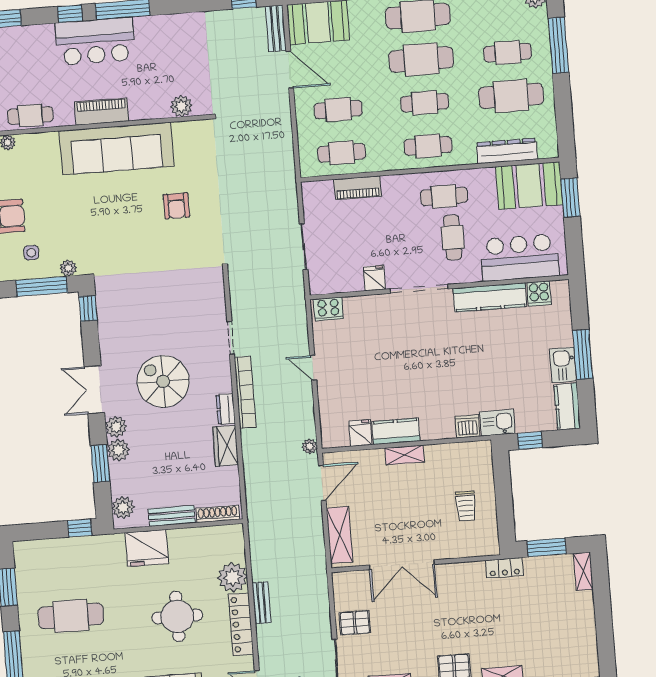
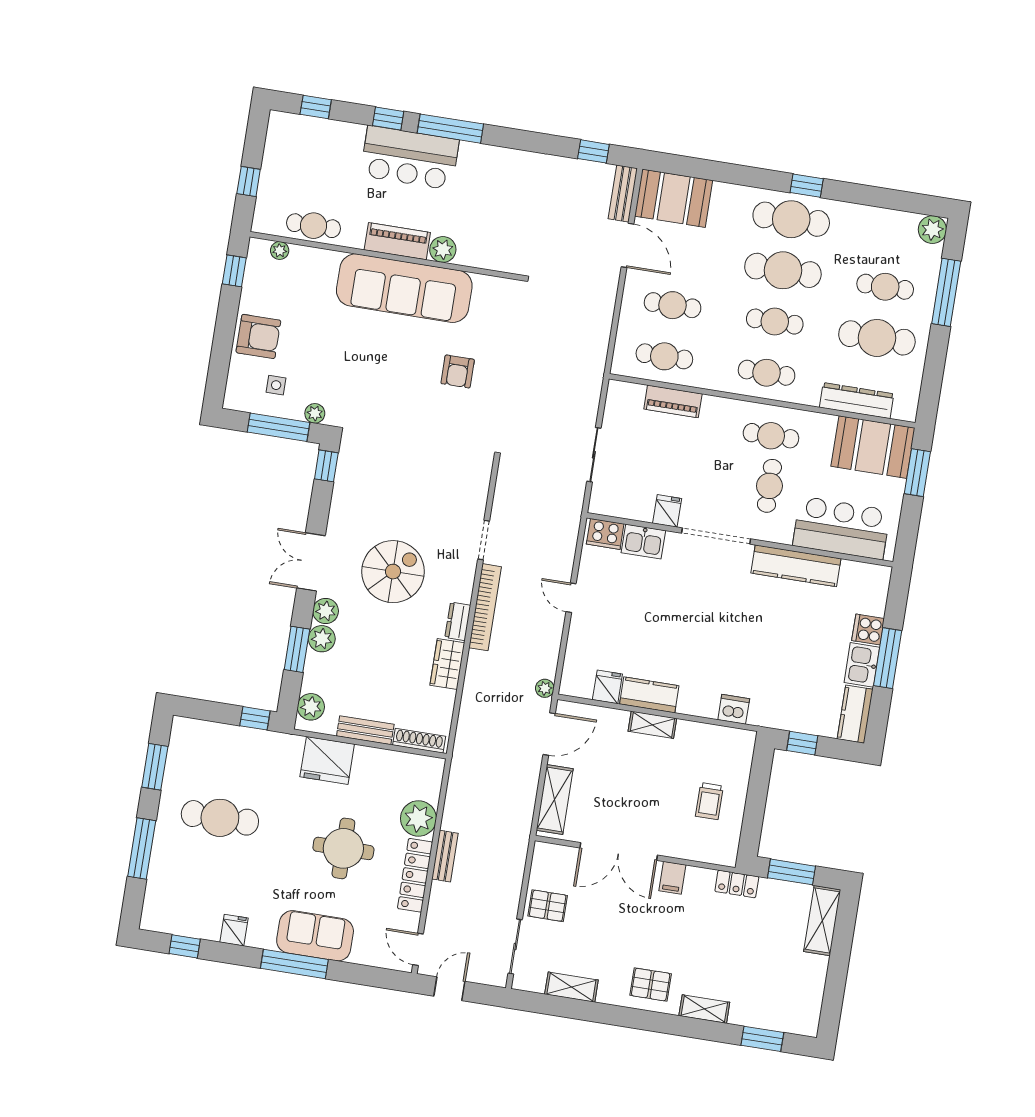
plant: (181, 106) -> (443, 249), moved
cooker: (539, 293) -> (868, 630), moved, turned 90
spiral stairs: (163, 381) -> (393, 572), turned 90
kitchen sink: (497, 423) -> (643, 542), moved, turned 180
shelving: (583, 571) -> (822, 921), width x1.50, depth x1.33
filing cabinet: (451, 576) -> (672, 878), added

